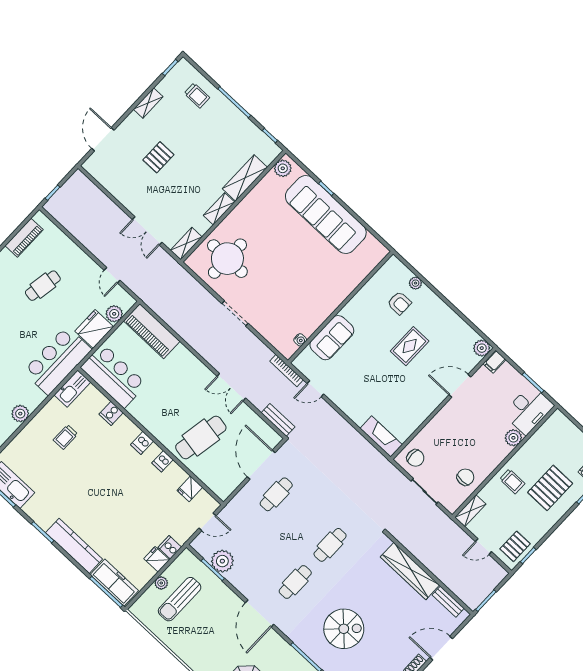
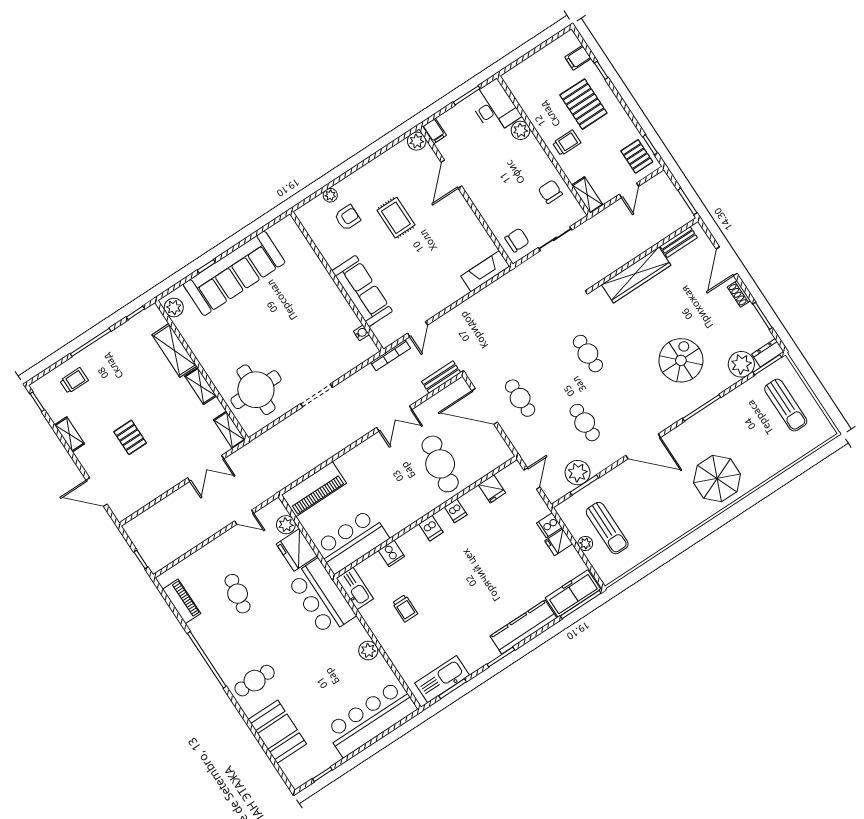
sofa: (332, 338) -> (362, 291), width x1.36
cafe table: (295, 582) -> (585, 423), moved

